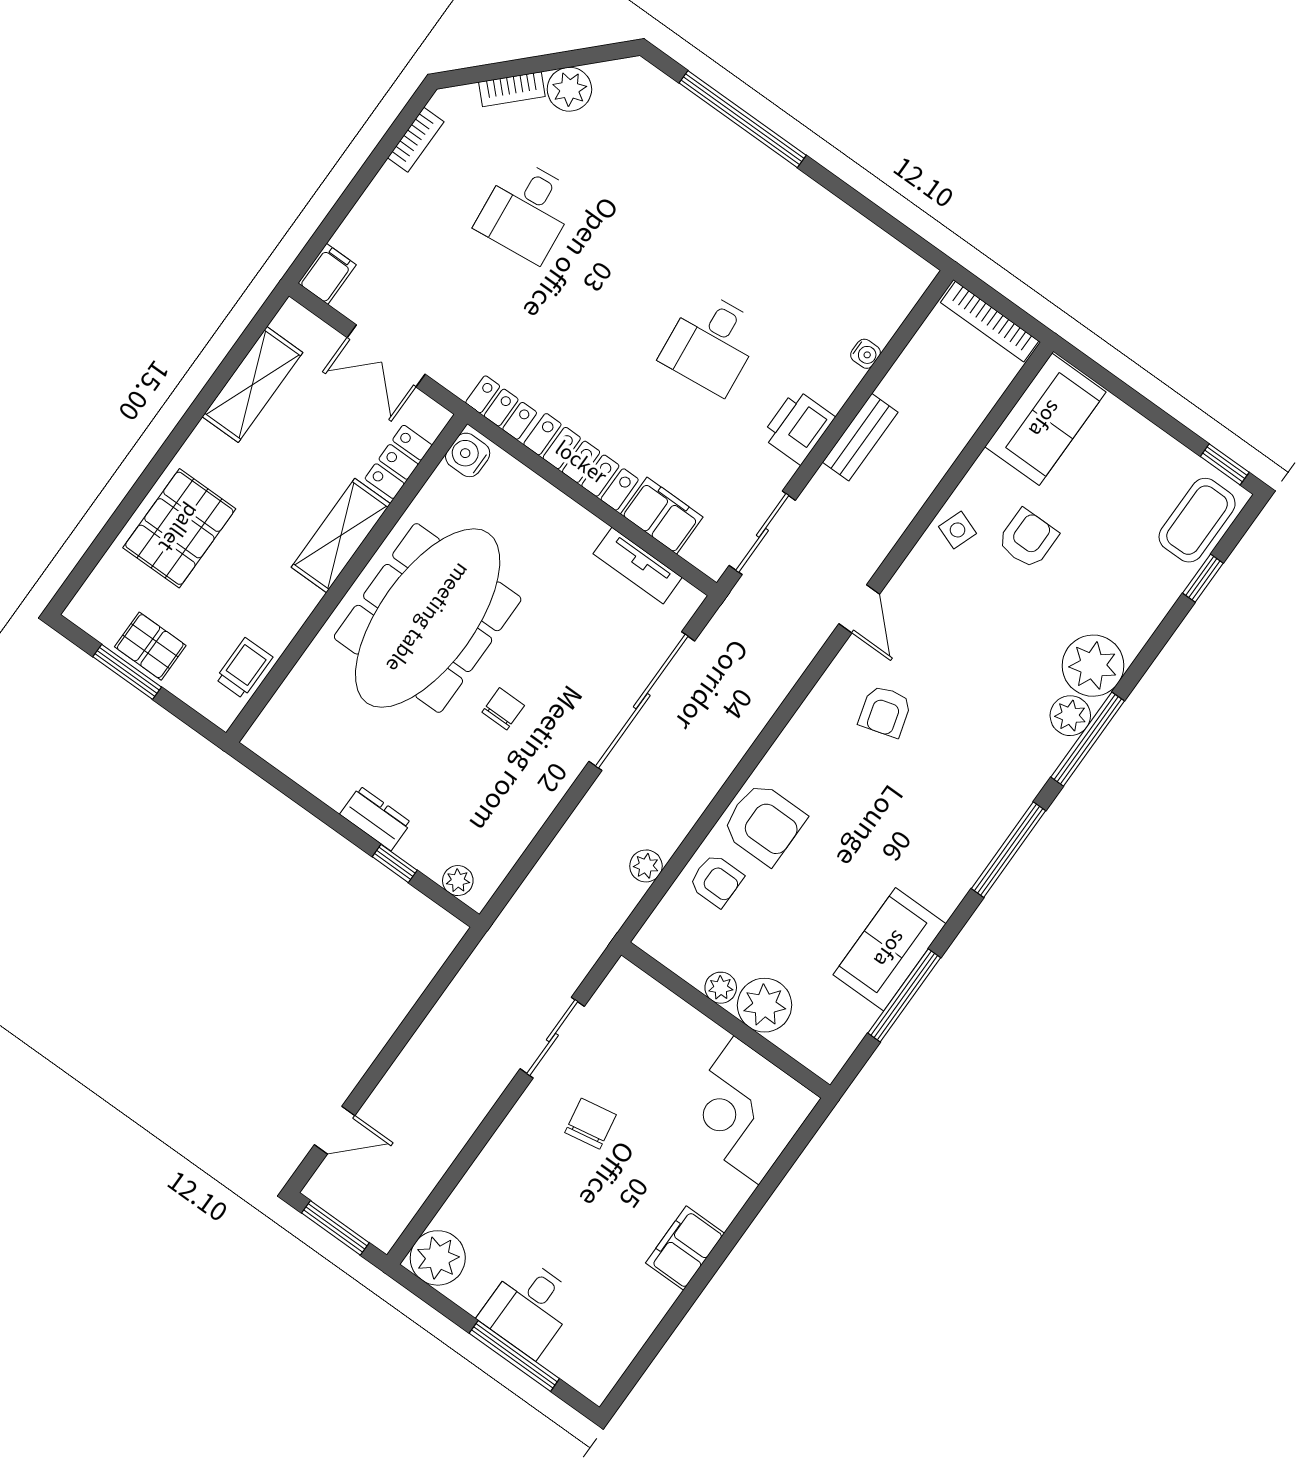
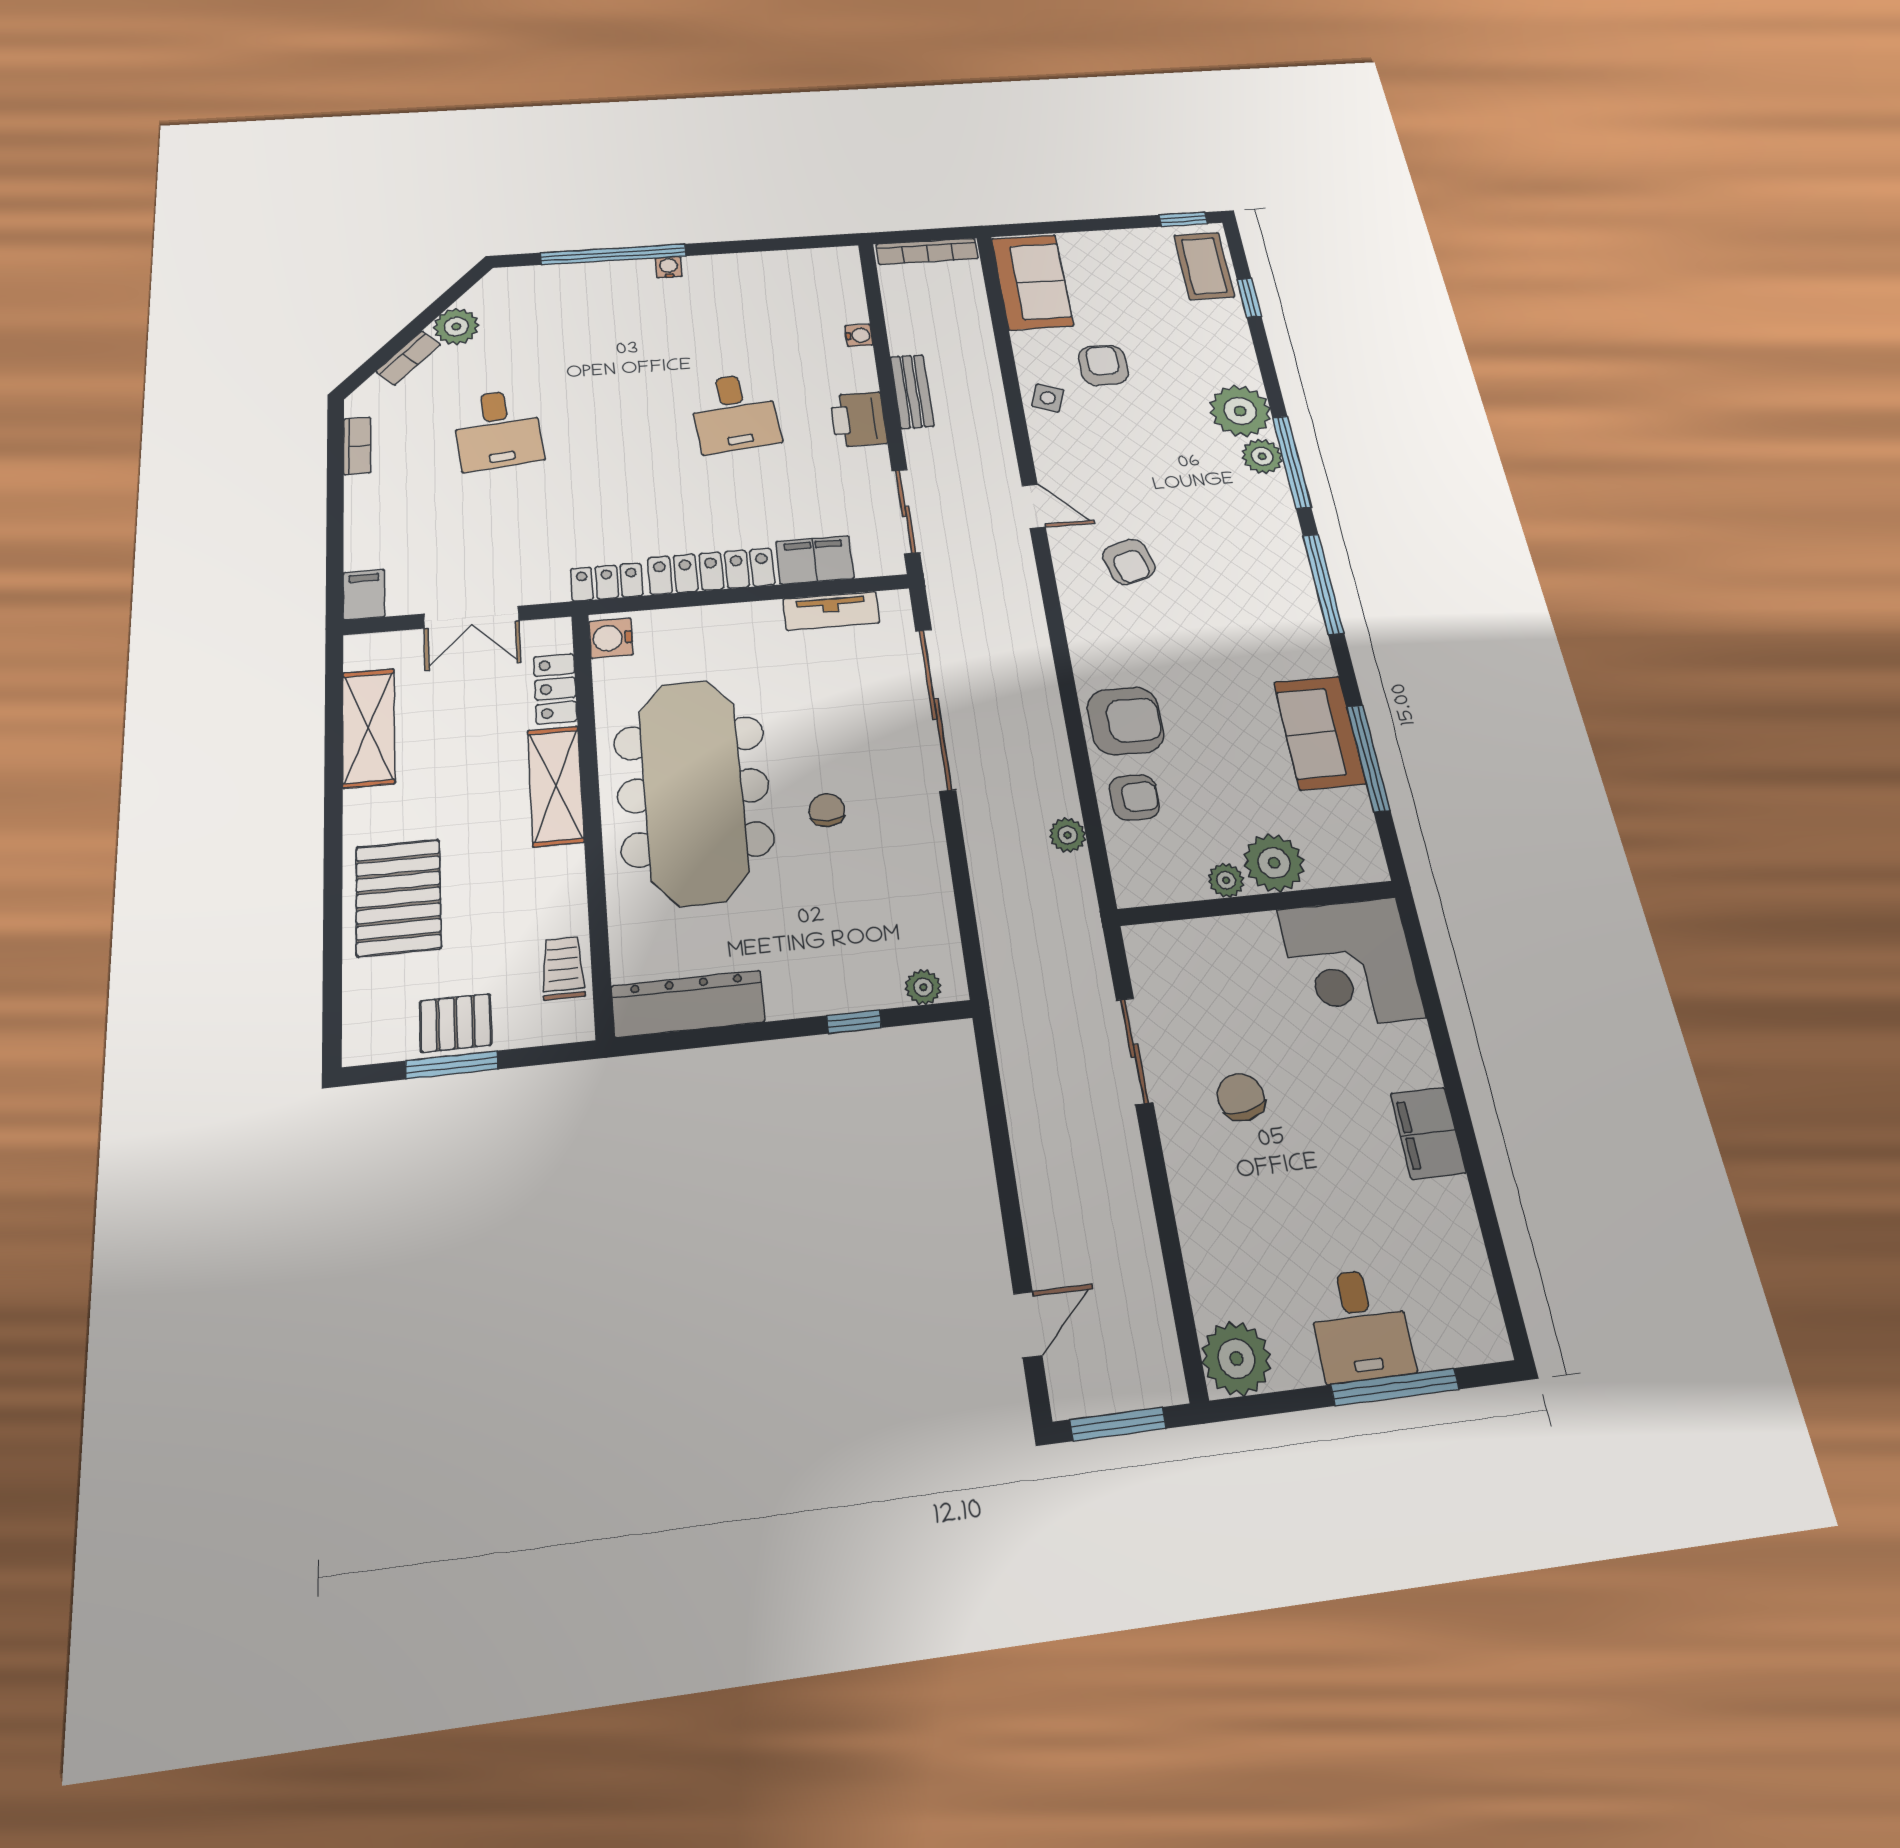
water cooler: (775, 167) -> (669, 267), added
dresser: (375, 818) -> (688, 1004), moved, width x1.96, depth x1.24

